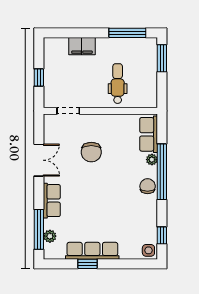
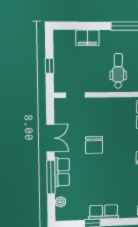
chair: (91, 152) -> (94, 145), moved
window: (39, 229) -> (51, 177), moved
row of seats: (92, 251) -> (104, 212), width x0.68

